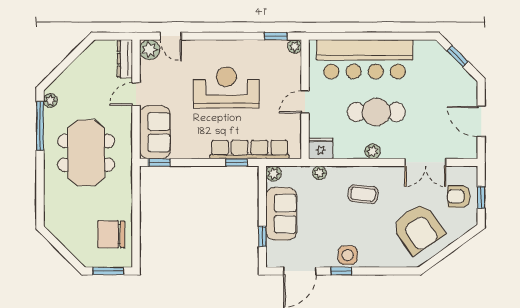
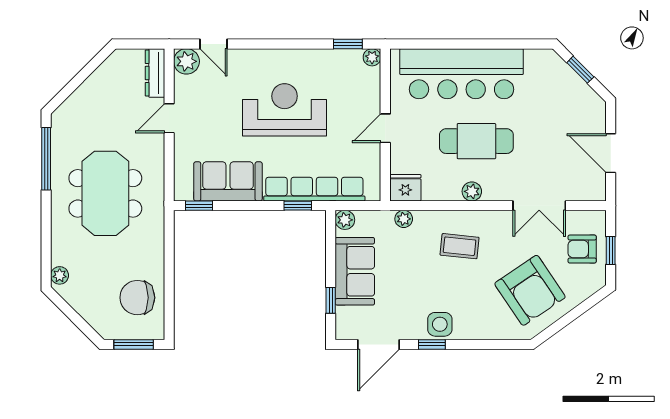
plant: (50, 100) -> (60, 275), moved
sofa: (155, 132) -> (228, 181), moved, turned -90

